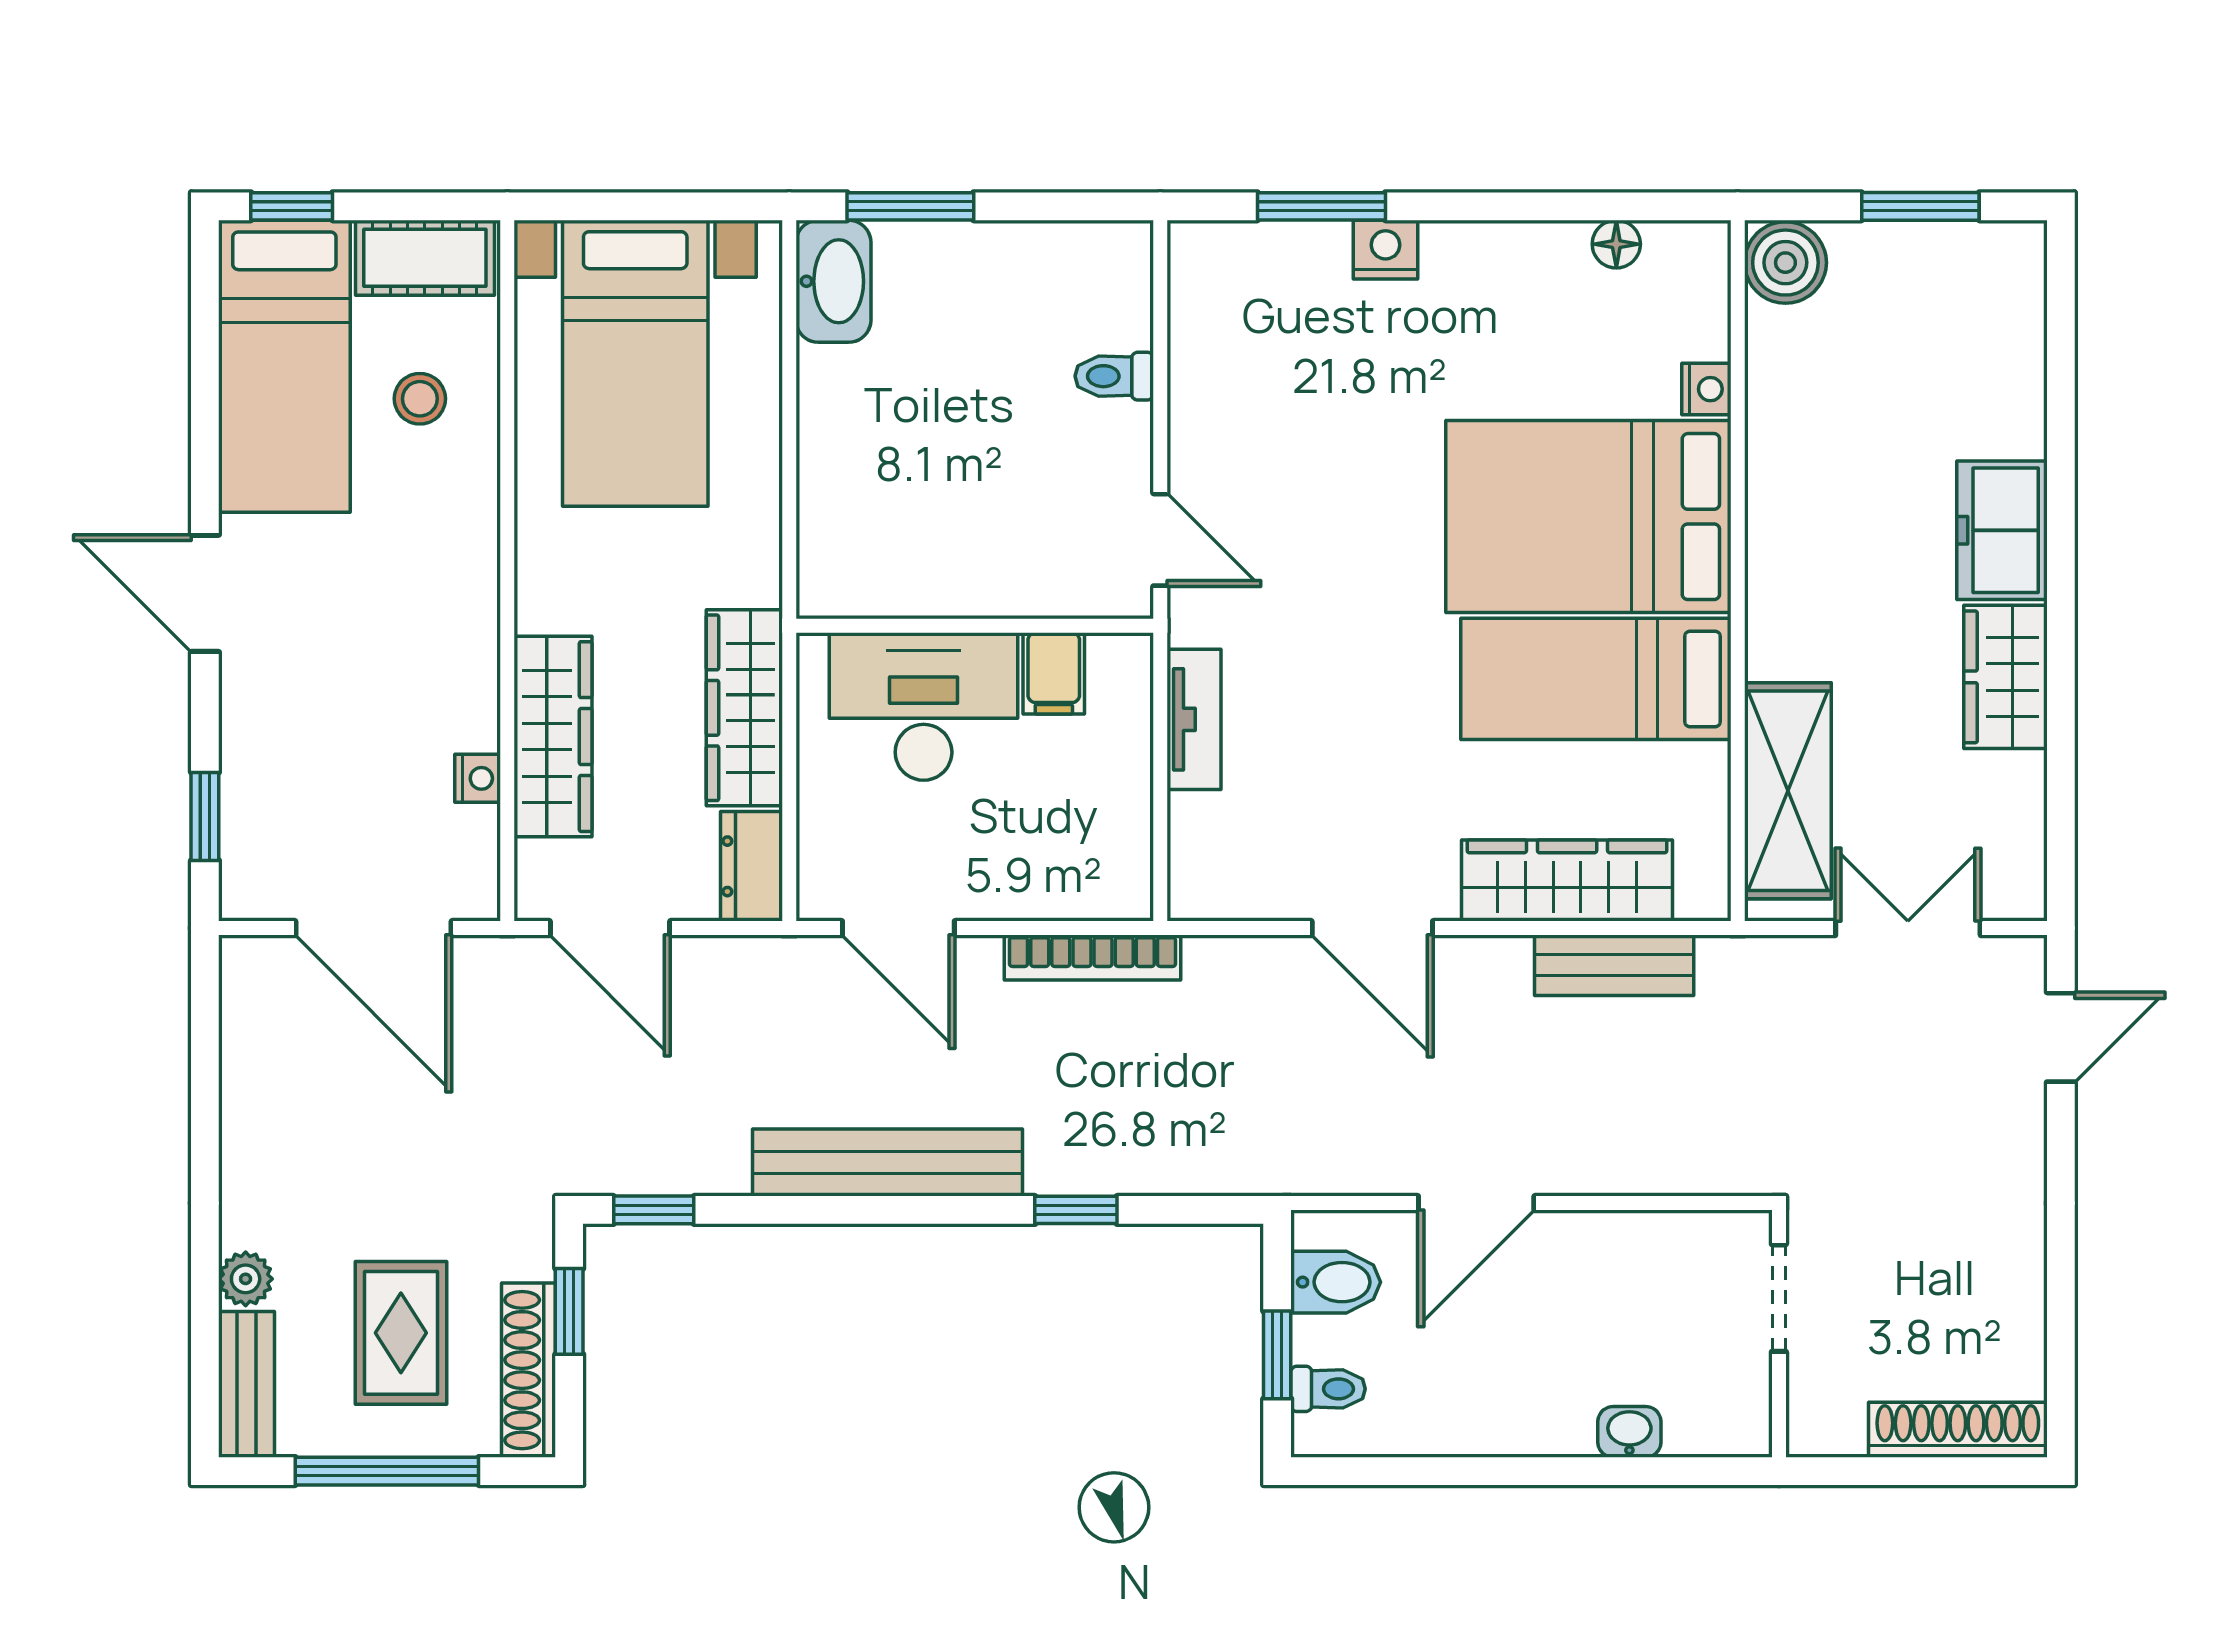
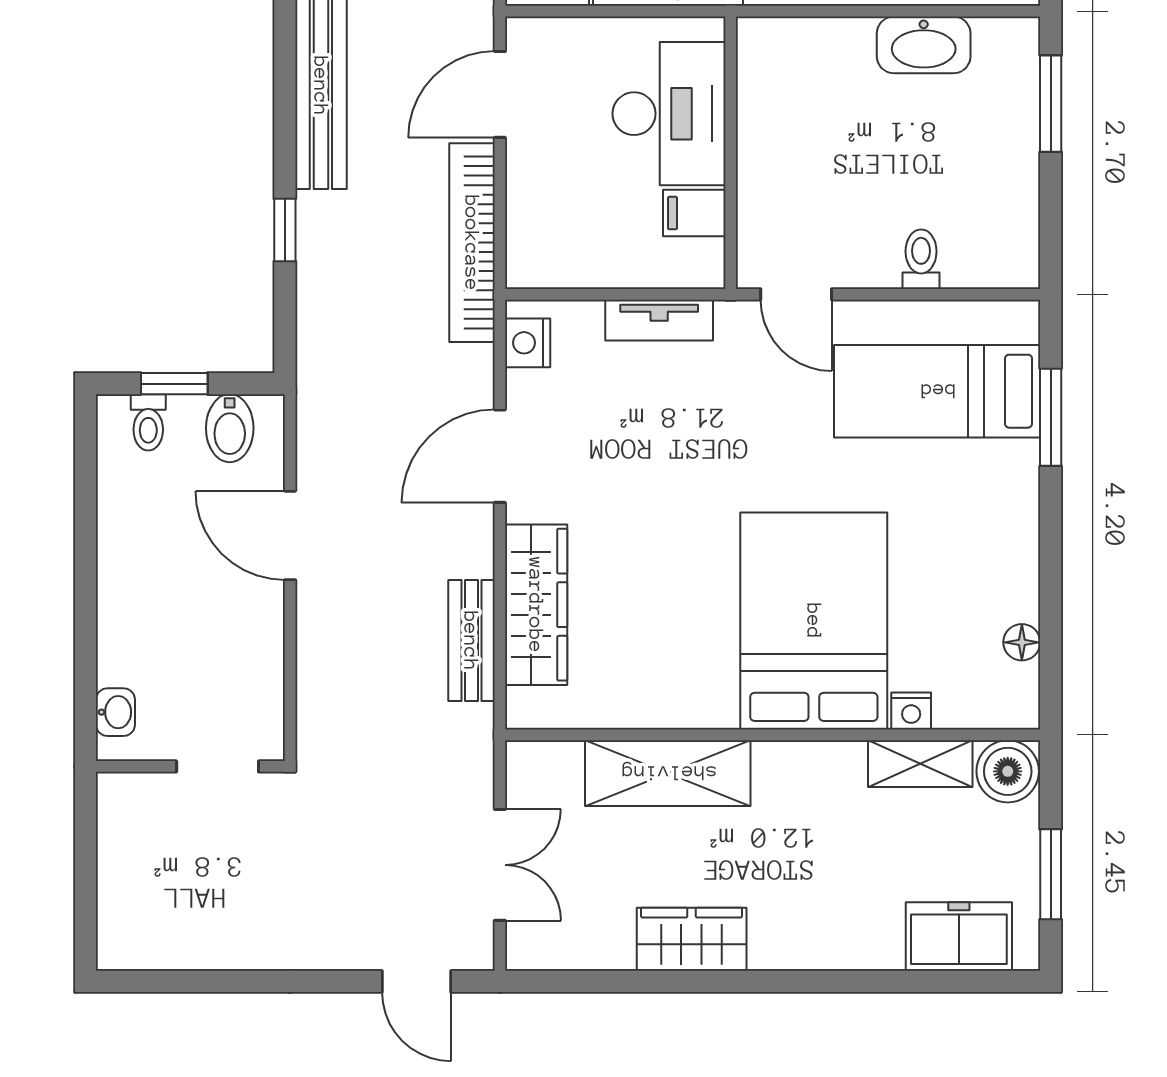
nightstand: (1386, 250) -> (528, 343), moved, turned 180
washbasin: (833, 281) -> (924, 45), moved
shelving: (1775, 377) -> (920, 764), added
freezer: (2002, 530) -> (959, 937), moved
door: (1160, 540) -> (796, 294), hinge flipped
bed: (1596, 679) -> (937, 391), moved, turned -90
shelving: (1788, 791) -> (668, 773), moved
bookcase: (1092, 957) -> (472, 243), width x1.48, depth x1.31
shoe rack: (1958, 1430) -> (117, 903), removed
washbasin: (1629, 1432) -> (115, 712), moved

